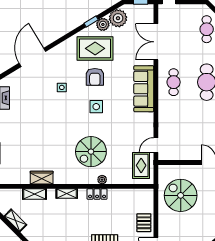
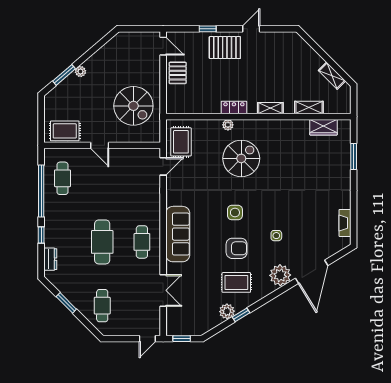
plant: (118, 18) -> (280, 275), moved
double door: (156, 42) -> (163, 290), width x0.73
rug: (95, 48) -> (236, 282), width x0.73, depth x0.70
armchair: (95, 77) -> (237, 248), turned 90
wardrobe: (42, 178) -> (323, 127), moved

